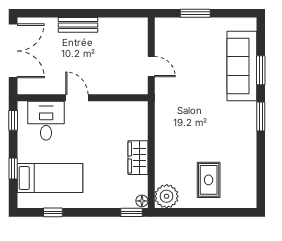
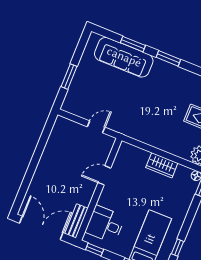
bench: (78, 25) -> (76, 221), moved
door: (77, 98) -> (104, 175), moved

